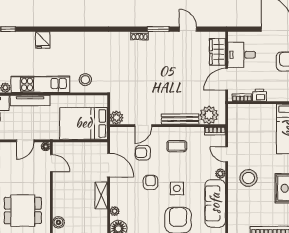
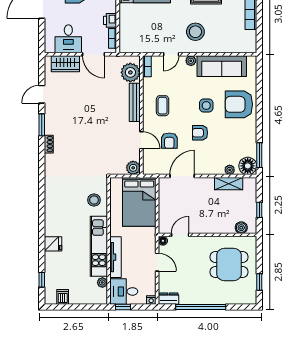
shelving: (101, 195) -> (229, 184), moved
dining table: (23, 211) -> (229, 264), turned 90

